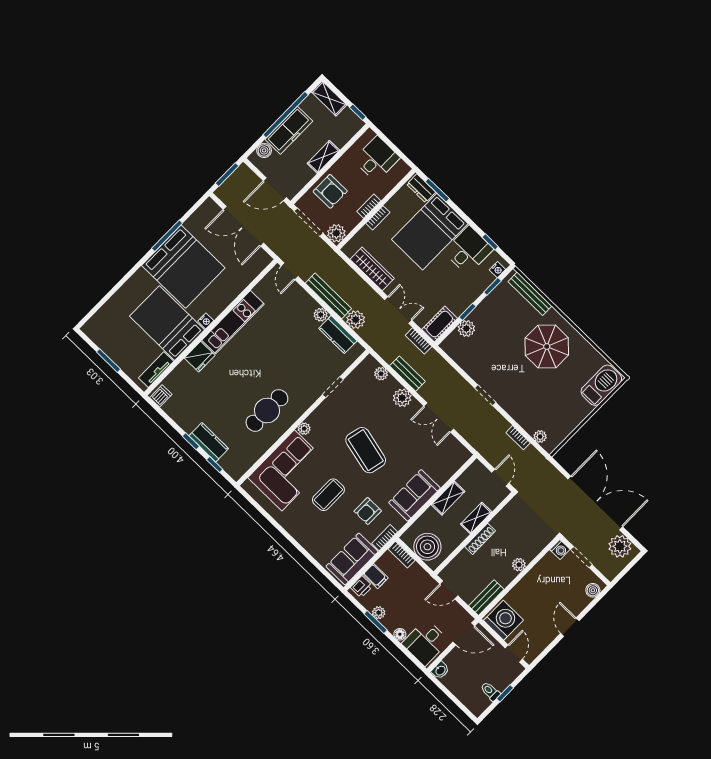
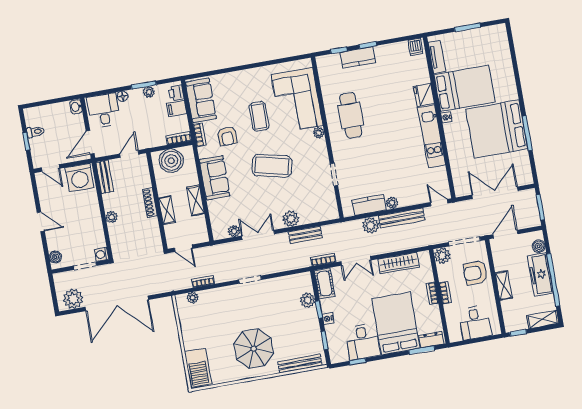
nightstand: (497, 270) -> (328, 319), moved
plant: (381, 374) -> (234, 231), moved
armchair: (368, 511) -> (227, 136), turned 180

